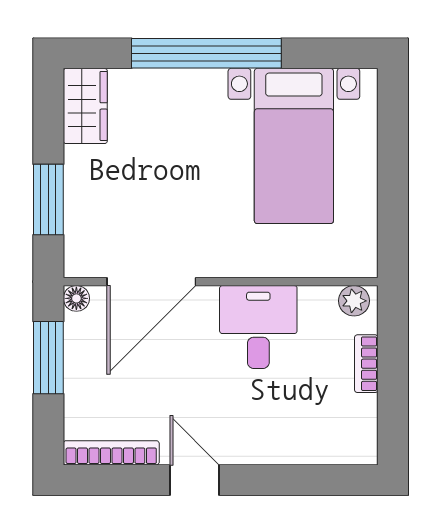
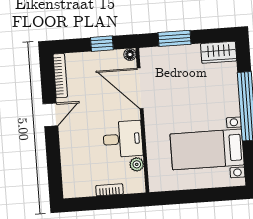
plant: (354, 301) -> (137, 164), moved
window: (48, 358) -> (102, 44), width x0.67

